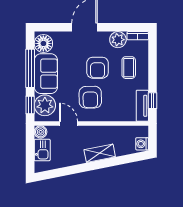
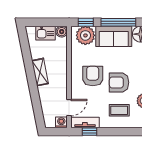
armchair: (90, 97) -> (93, 76), turned 91
door: (69, 124) -> (69, 108), moved
washing machine: (142, 144) -> (61, 122), moved
shelving: (100, 153) -> (40, 72), moved

